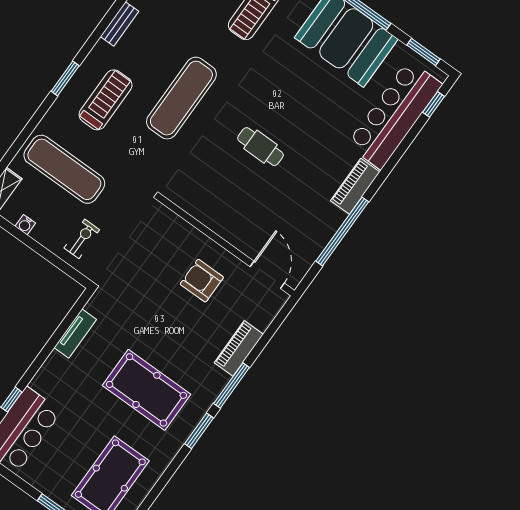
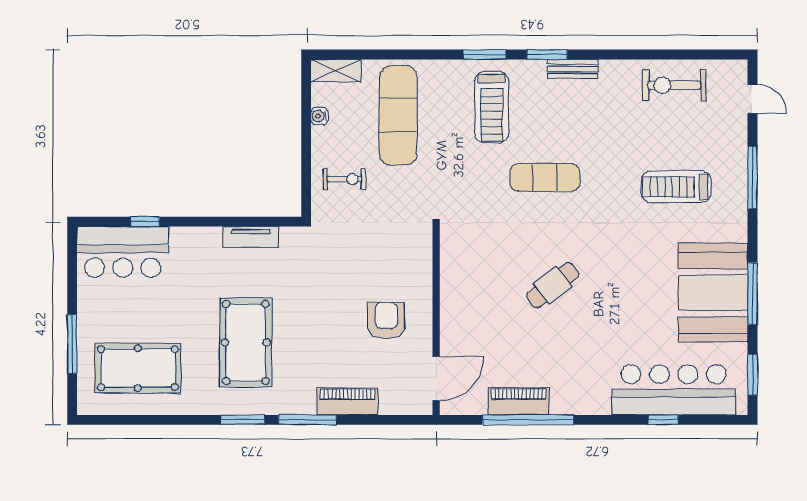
window: (96, 35) -> (547, 54), added
exercise mat: (181, 98) -> (545, 178), width x0.73, depth x0.69
treadmill: (106, 100) -> (492, 107), turned 90
window: (434, 104) -> (663, 420), moved
cafe table: (260, 147) -> (553, 285), turned 52
piano: (355, 186) -> (519, 401), moved

